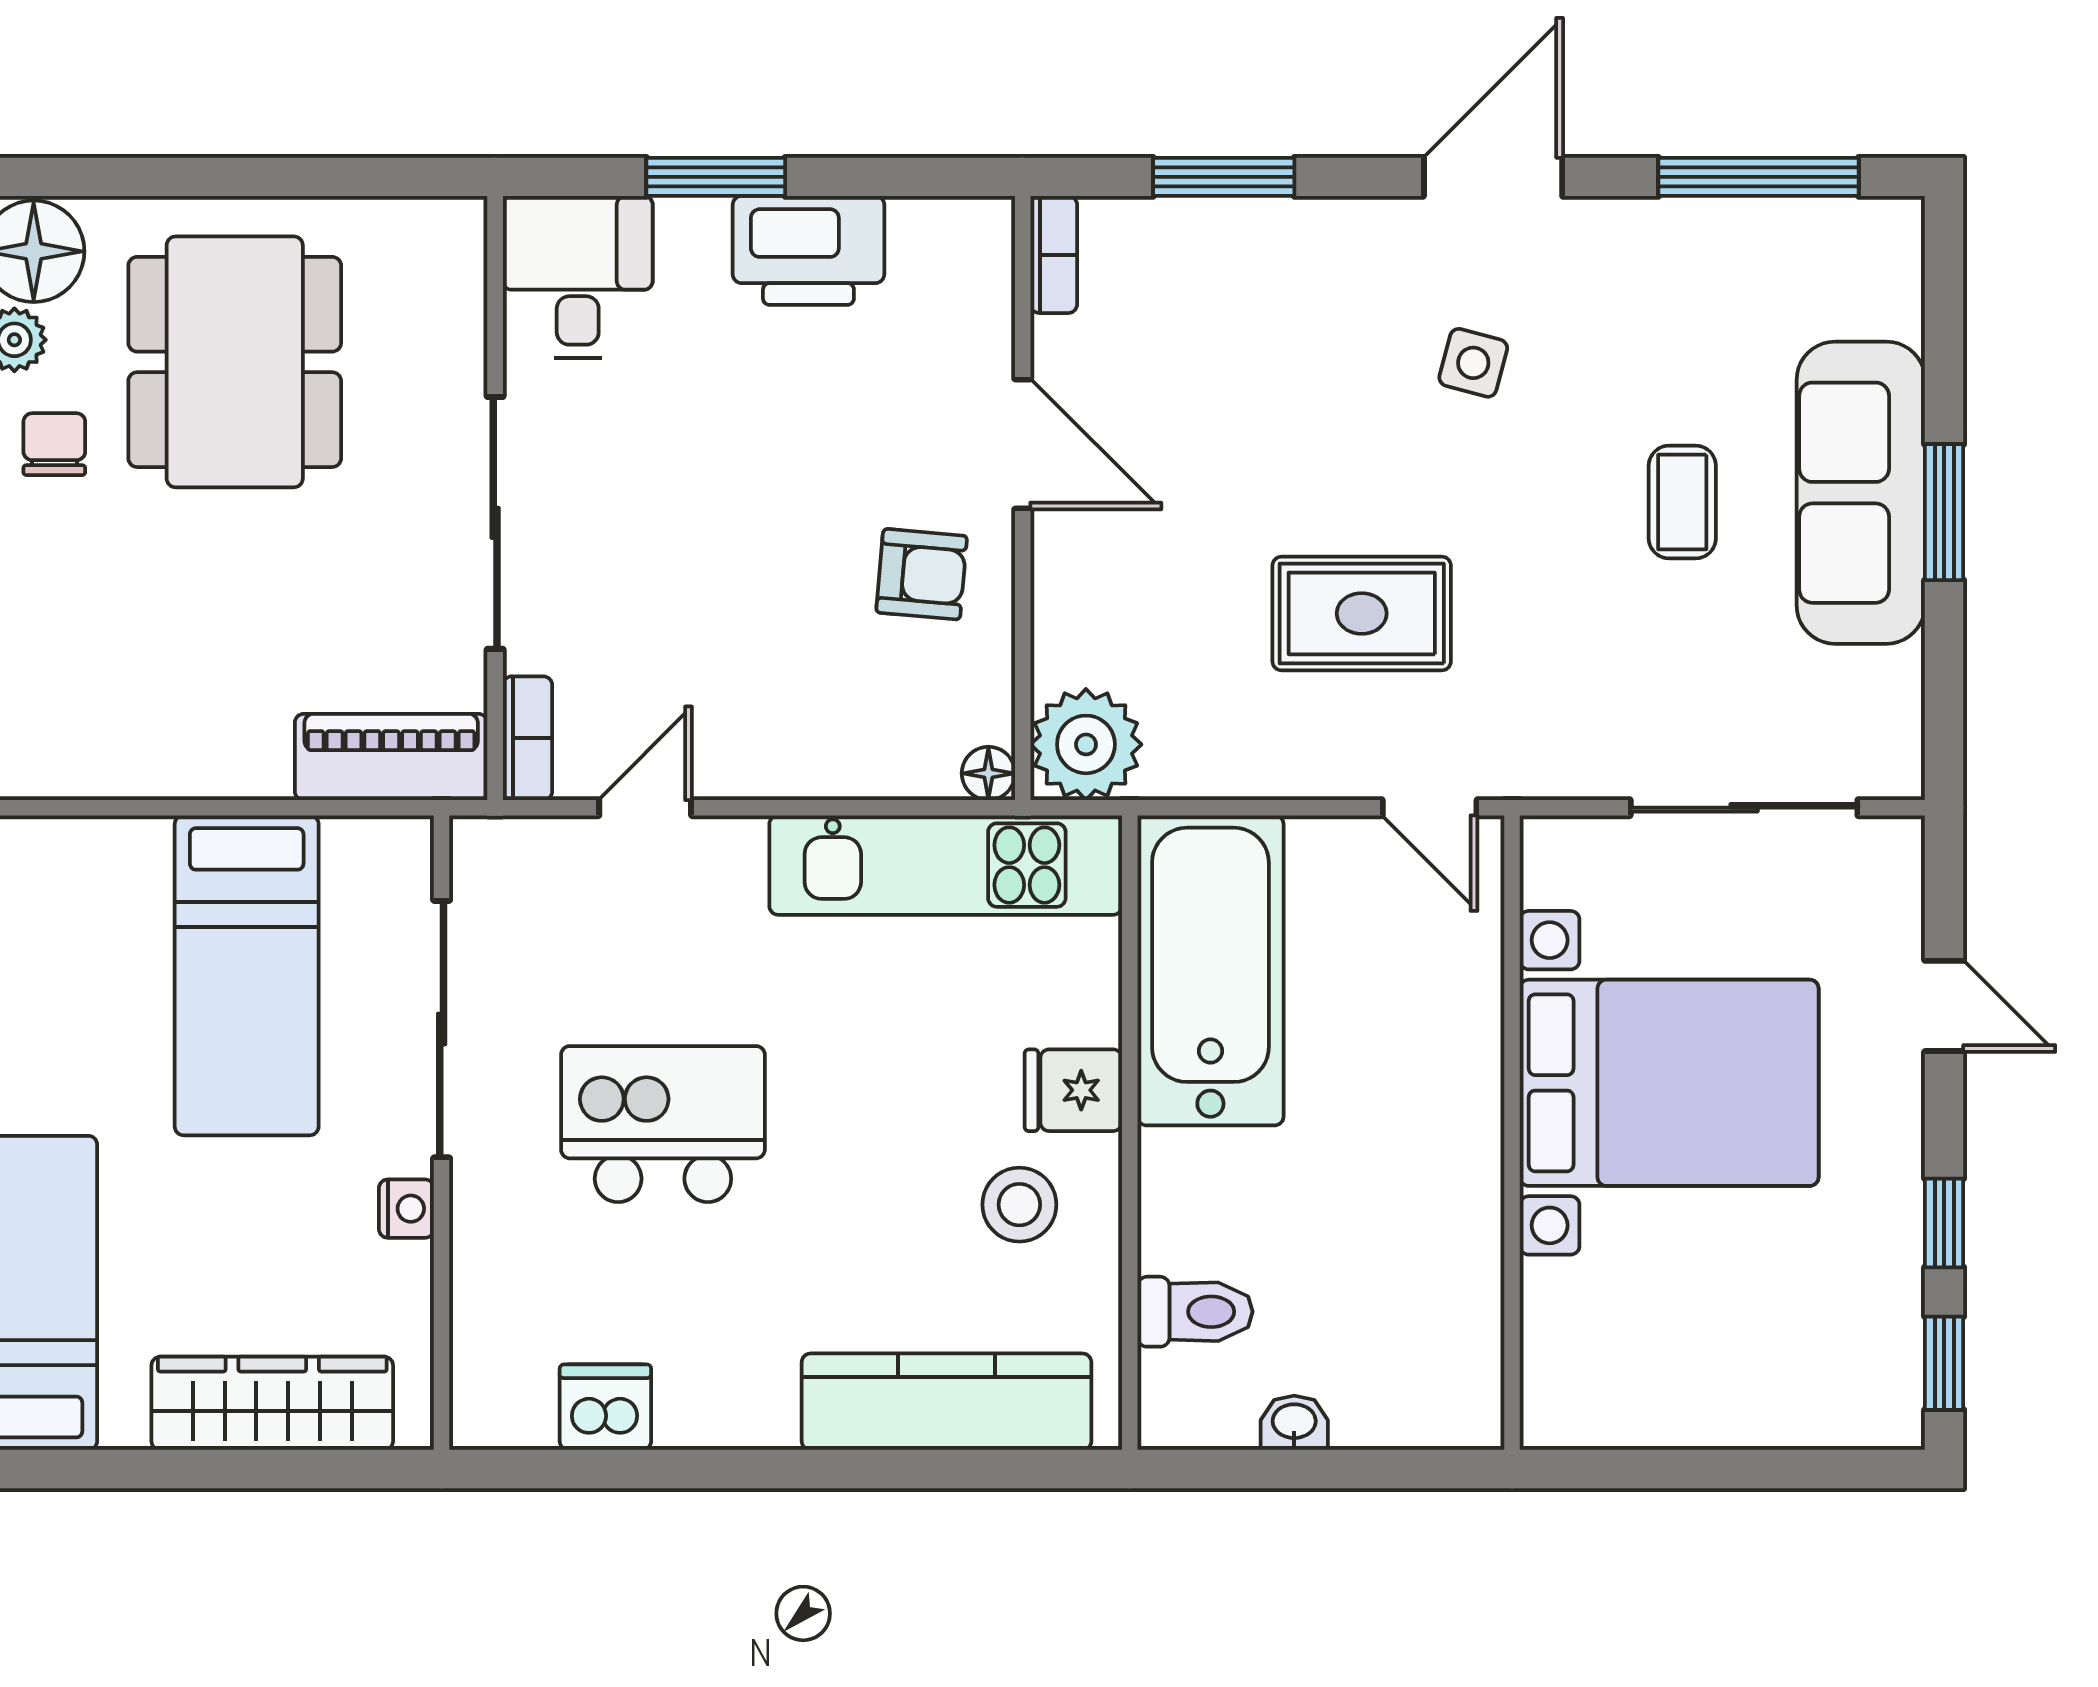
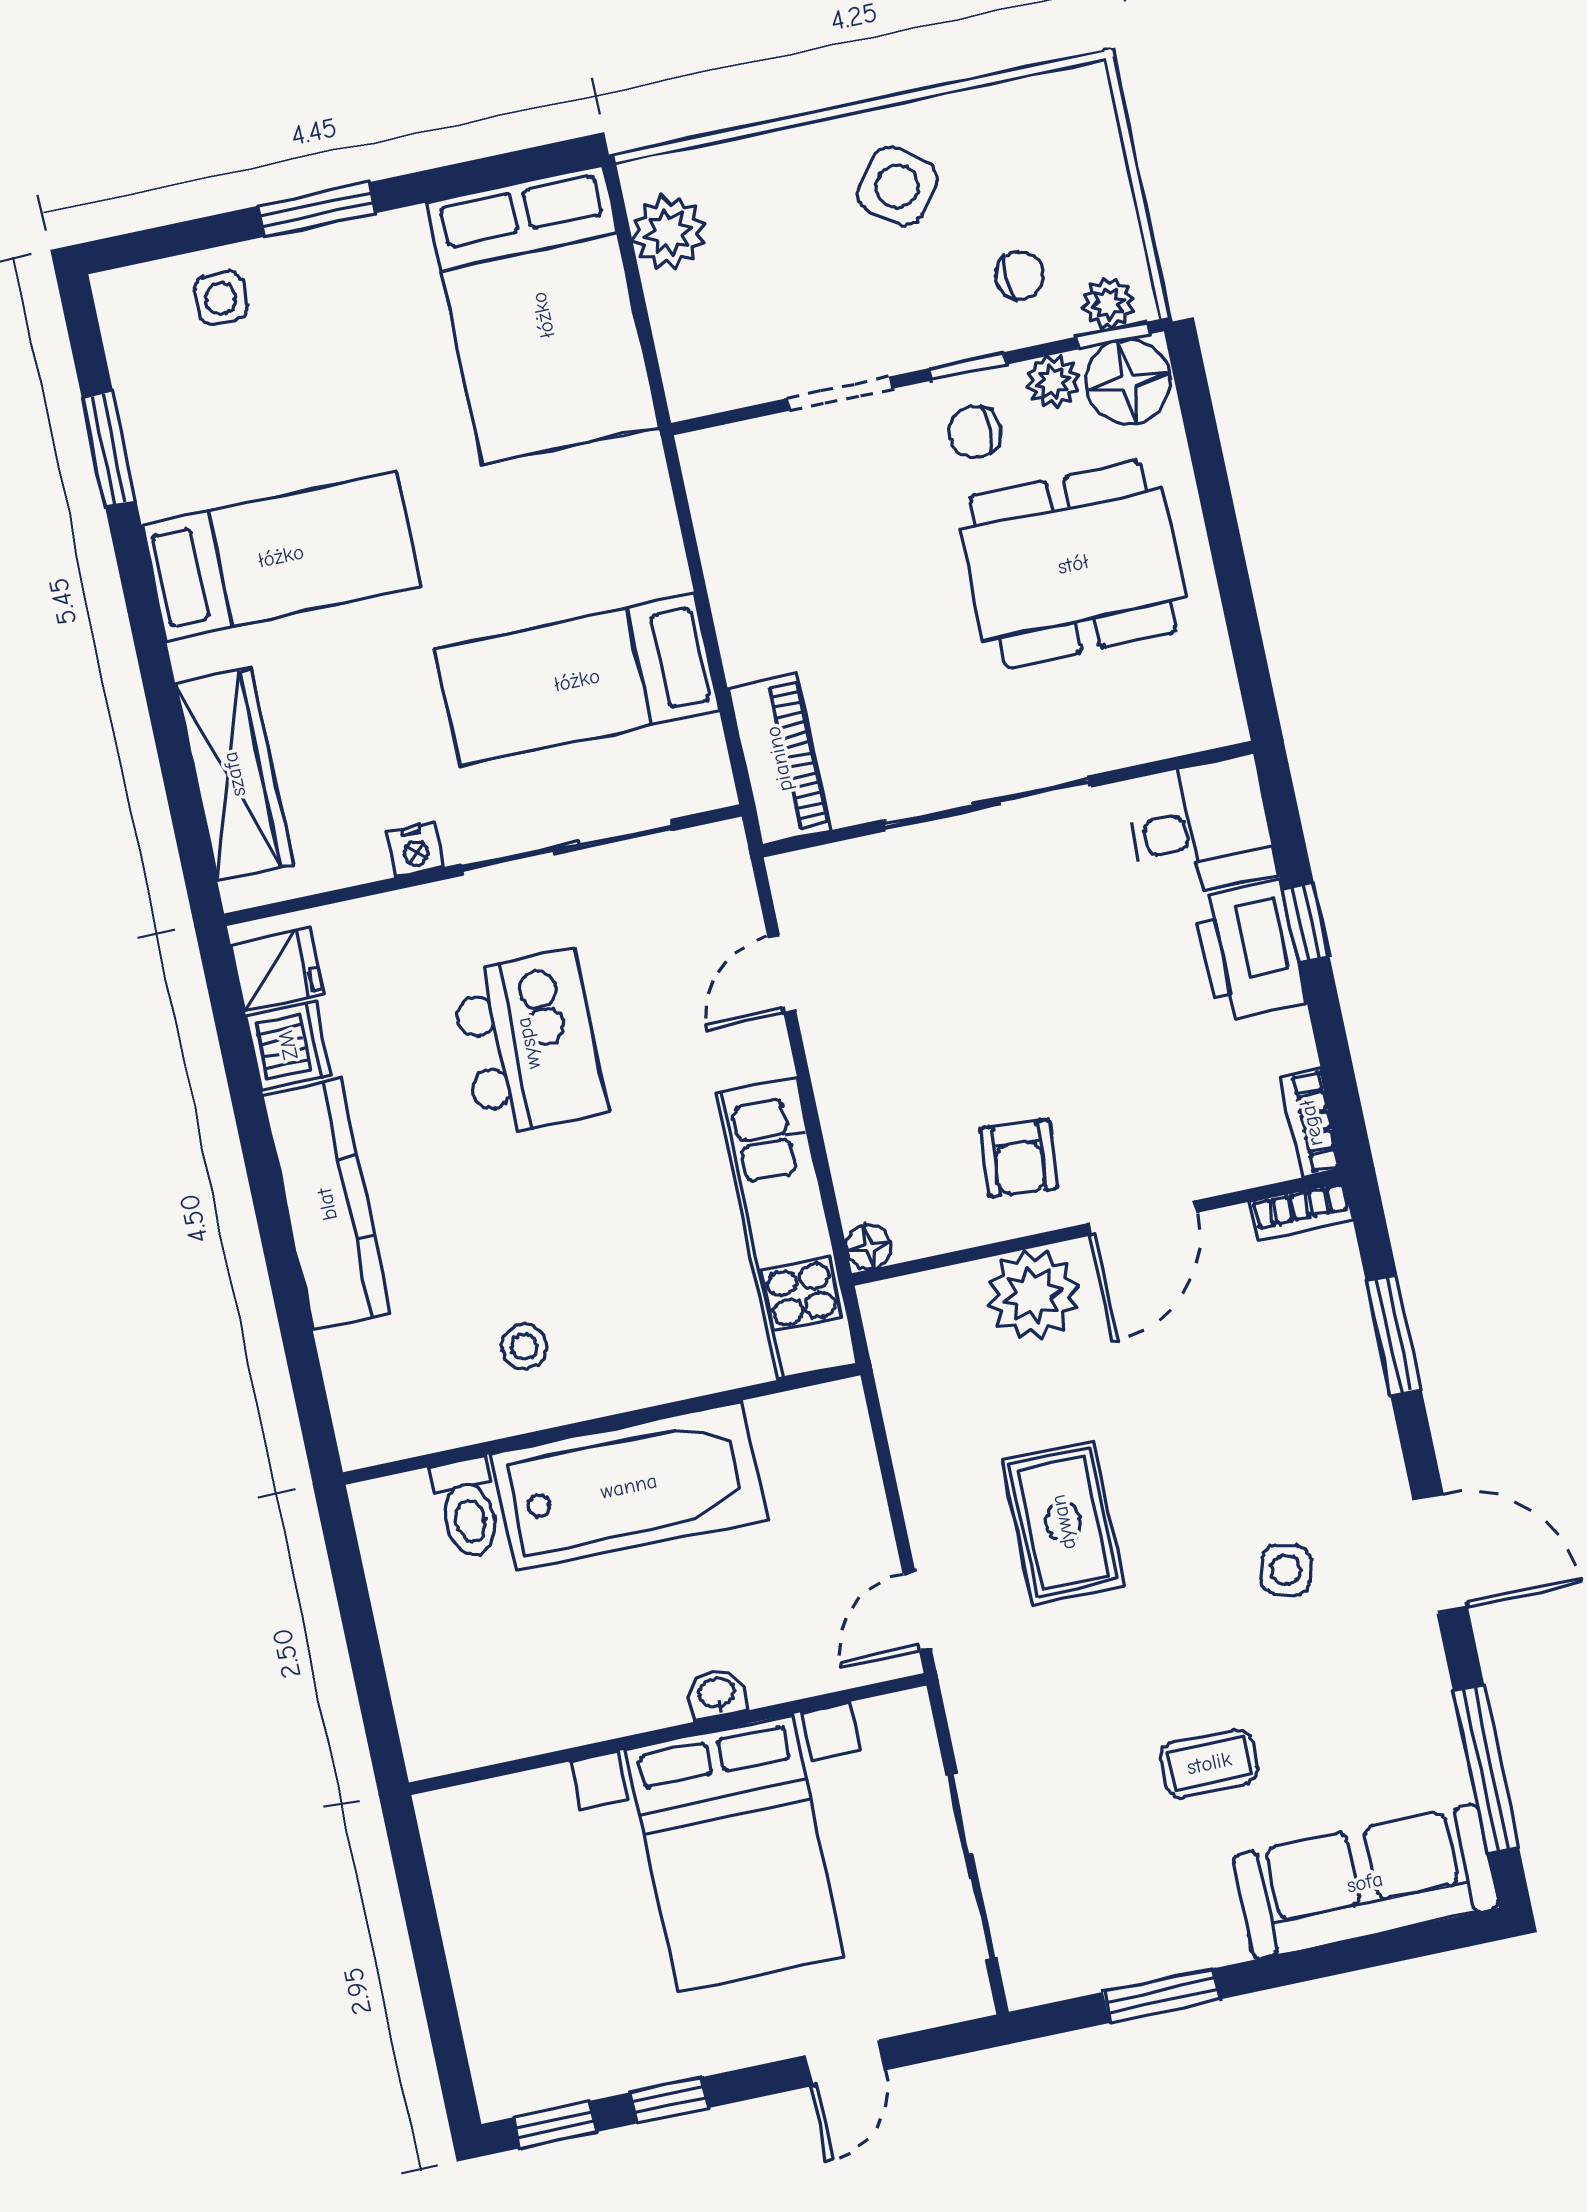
window: (716, 177) -> (1306, 923), width x0.67
printer: (808, 250) -> (1250, 951), moved
chair: (54, 444) -> (975, 432), turned 180
sofa: (1861, 493) -> (1365, 1882), moved
window: (1944, 512) -> (1162, 1996), moved
bookcase: (528, 738) -> (1311, 1123), moved, turned 90
plant: (1086, 744) -> (1033, 1295), moved
door: (645, 808) -> (782, 974), swing flipped
bathtub: (1210, 970) -> (629, 1486), moved
fridge: (1073, 1090) -> (277, 969), moved, turned 90
stool: (1019, 1205) -> (524, 1347), width x0.73, depth x0.73
kitchen counter: (947, 1402) -> (327, 1204), moved
washbasin: (1294, 1423) -> (717, 1694), moved, turned -90

